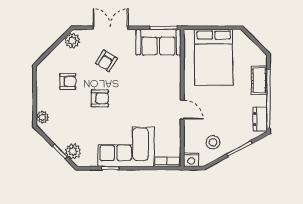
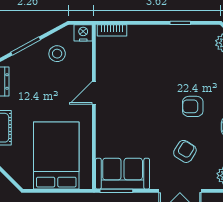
door: (182, 110) -> (94, 93), hinge flipped
corner sofa: (126, 147) -> (161, 48), removed

